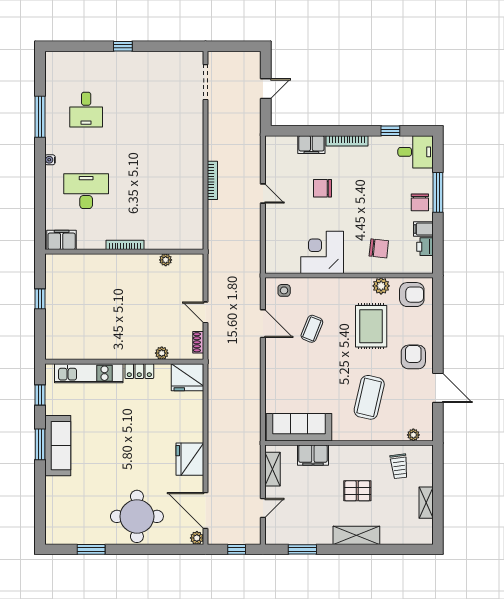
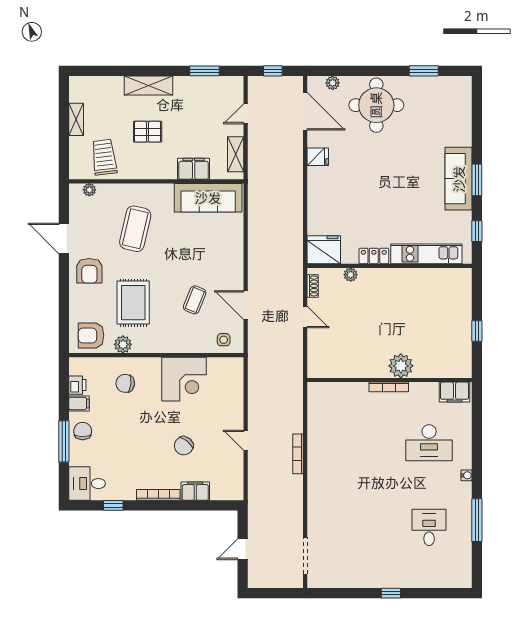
chair: (322, 188) -> (184, 446), turned 129
plant: (166, 260) -> (401, 366), moved, width x1.88, depth x1.88
fridge: (190, 459) -> (318, 157), width x0.53, depth x0.75
trolley: (399, 466) -> (104, 157), width x1.36, depth x1.39
plant: (197, 538) -> (333, 83), moved

